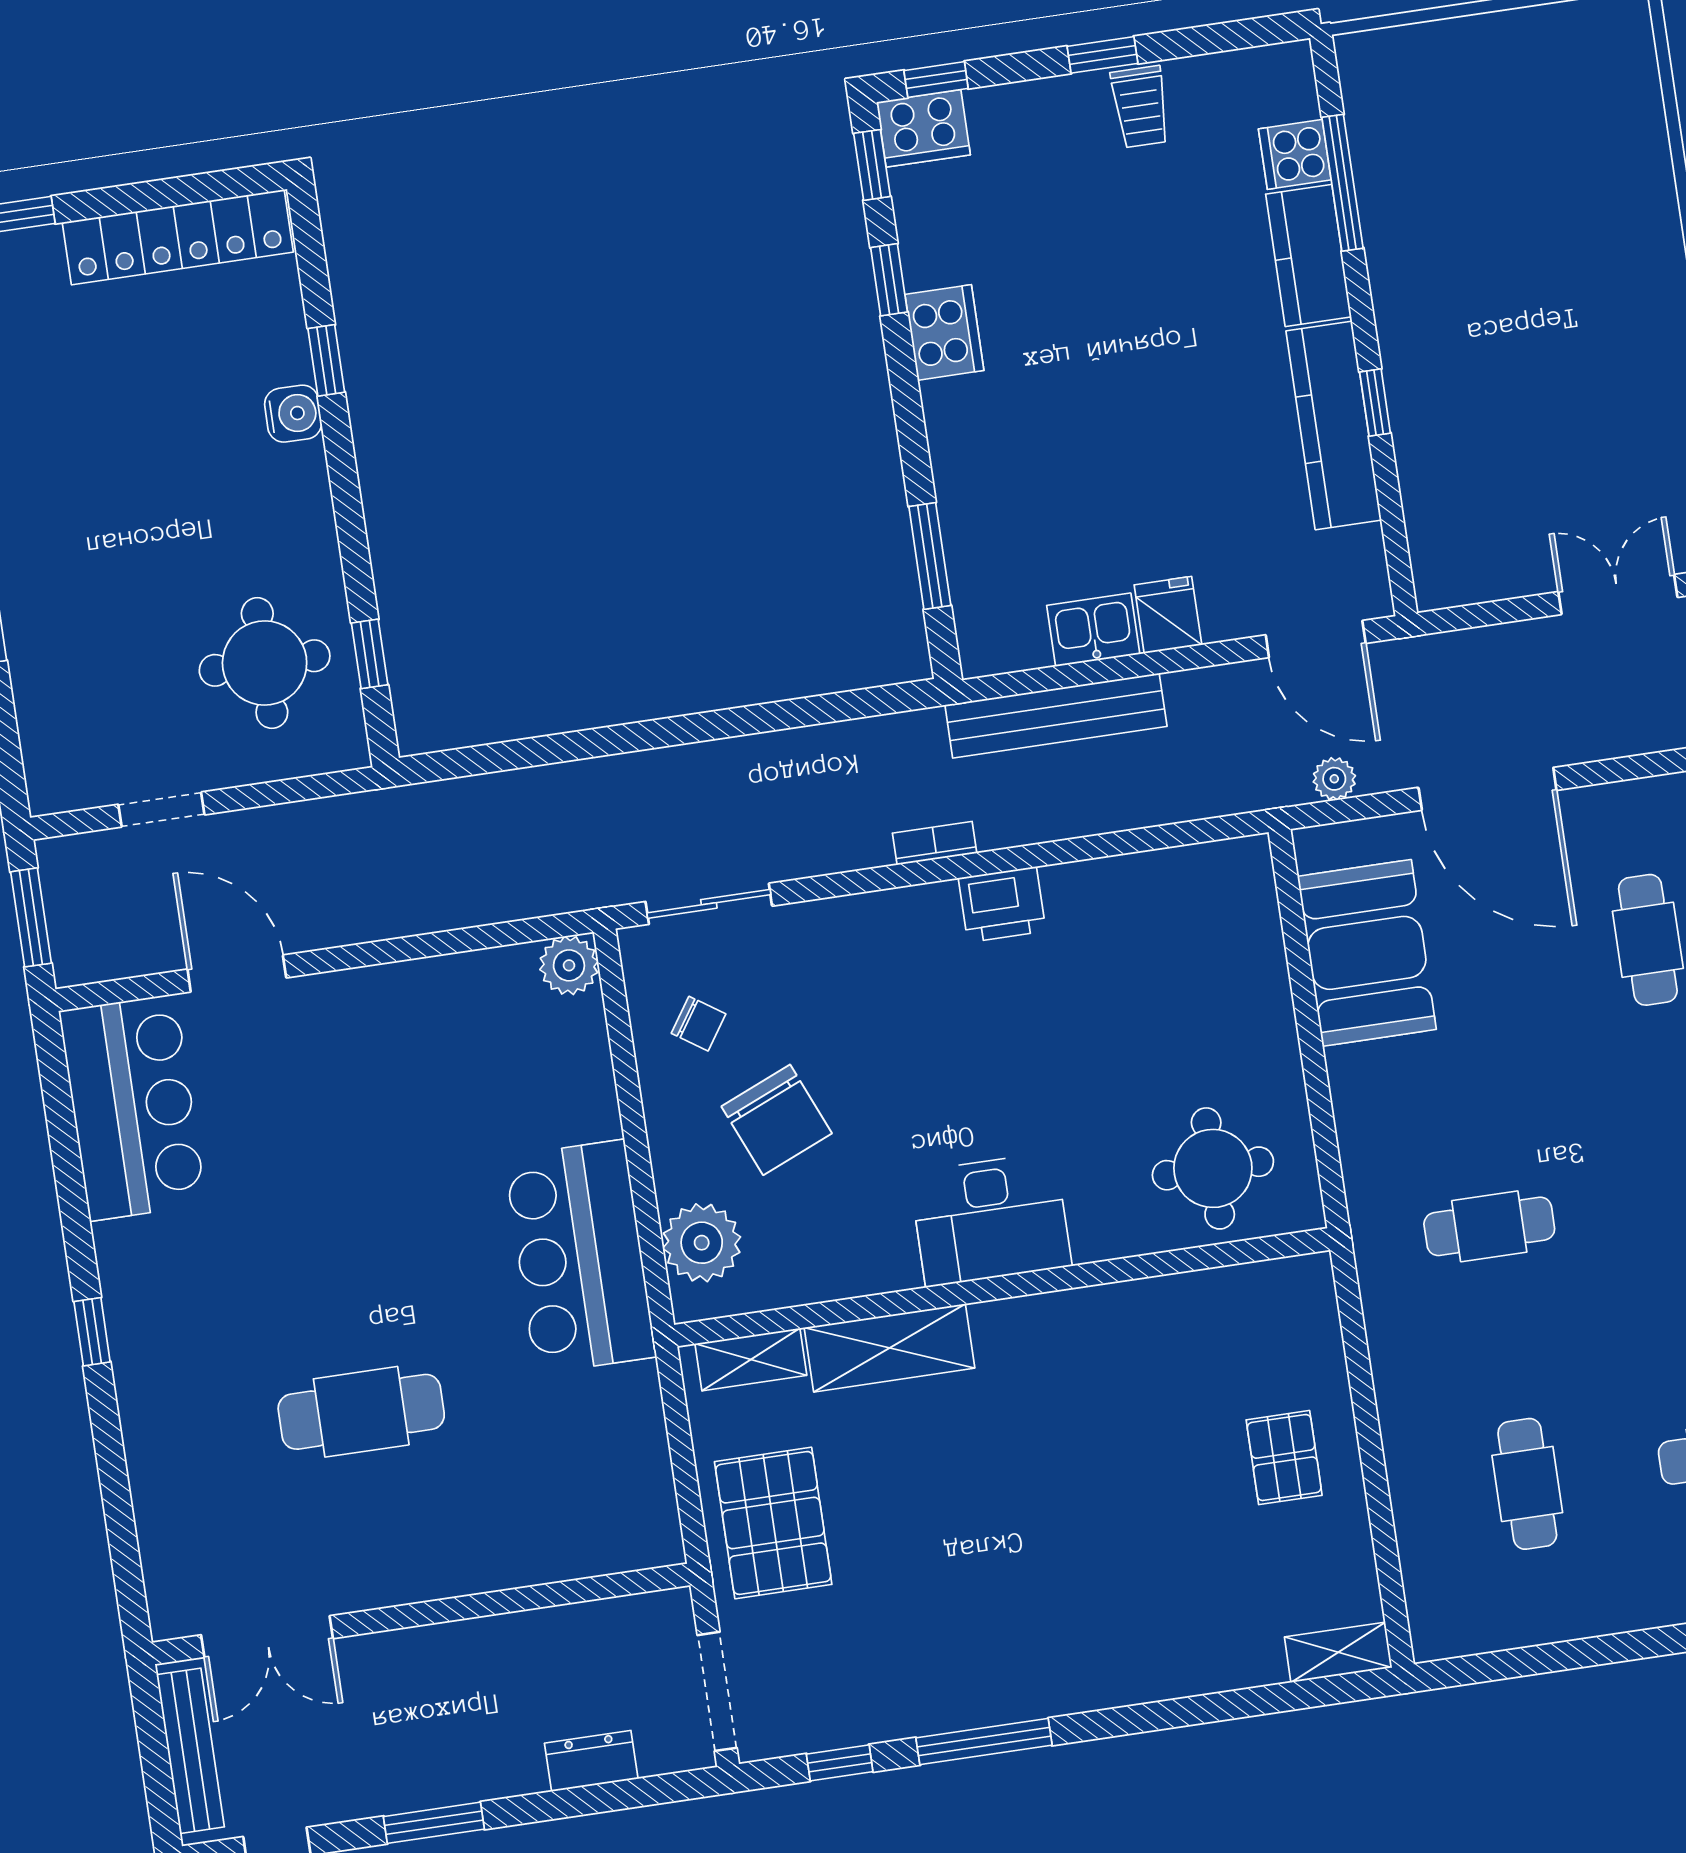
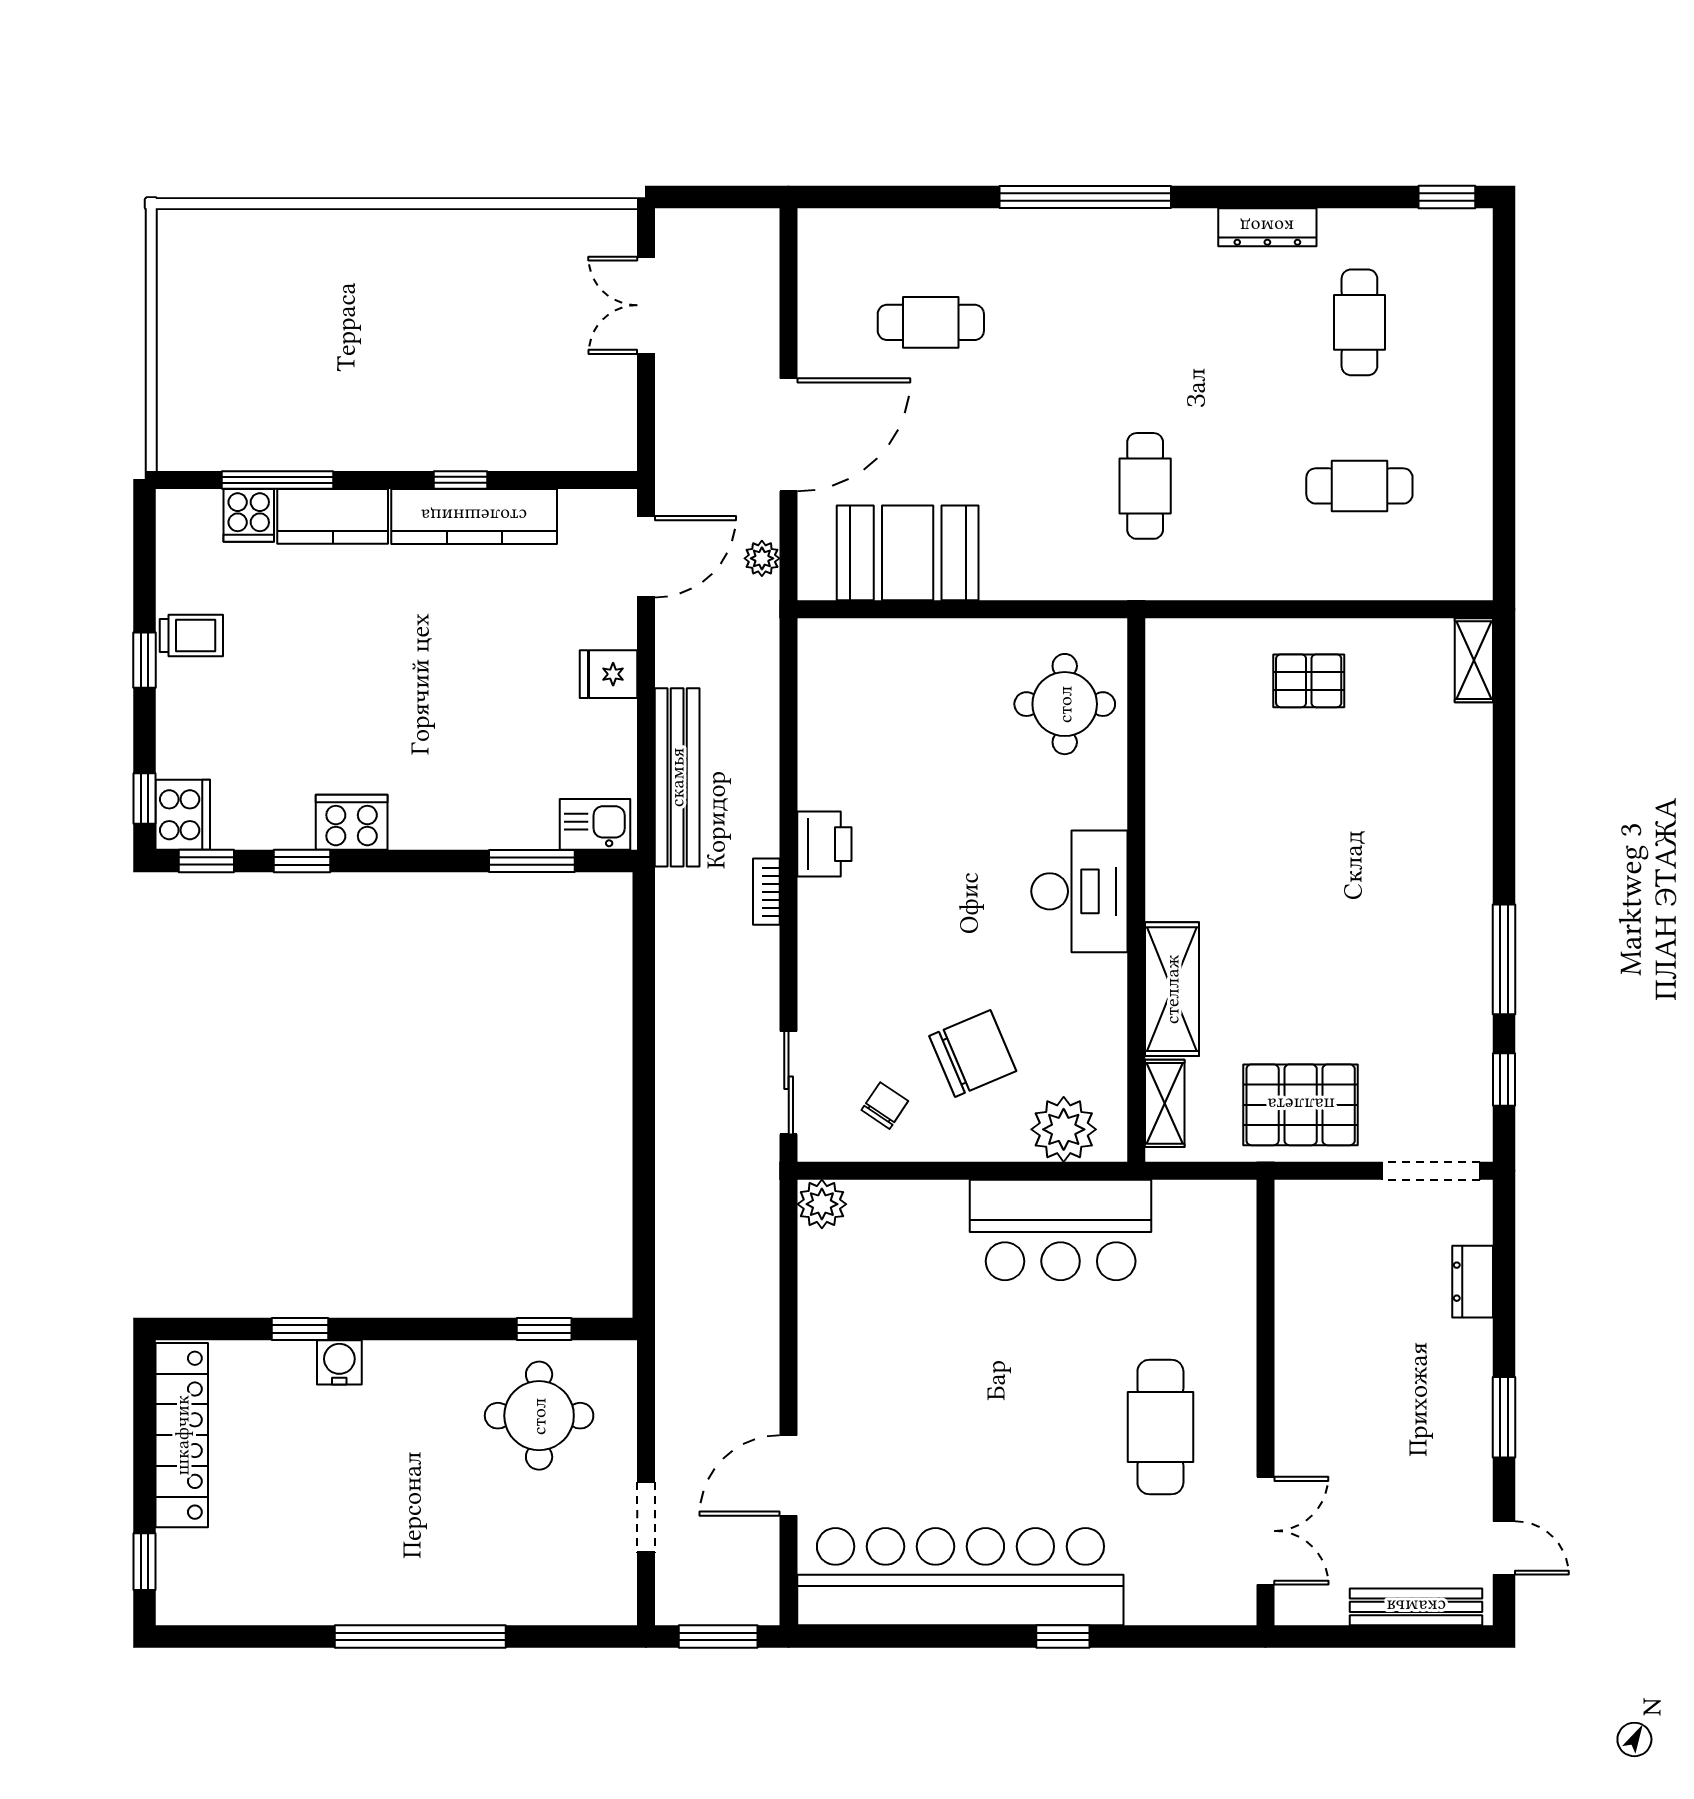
kitchen sink: (1093, 630) -> (595, 824), moved, turned 90
bar counter: (133, 1108) -> (960, 1577), width x1.86
wall: (421, 1614) -> (1265, 1403), moved
double door: (267, 1637) -> (1265, 1531), moved

